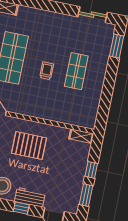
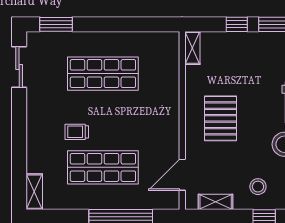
trolley: (47, 71) -> (77, 132), moved
shop shelf: (76, 71) -> (103, 74), width x1.43, depth x1.36

